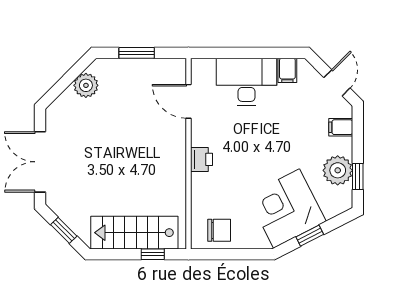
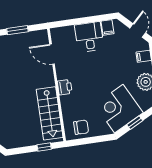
desk: (246, 82) -> (89, 37), width x0.73
stairs: (134, 233) -> (50, 113), moved, turned -90

